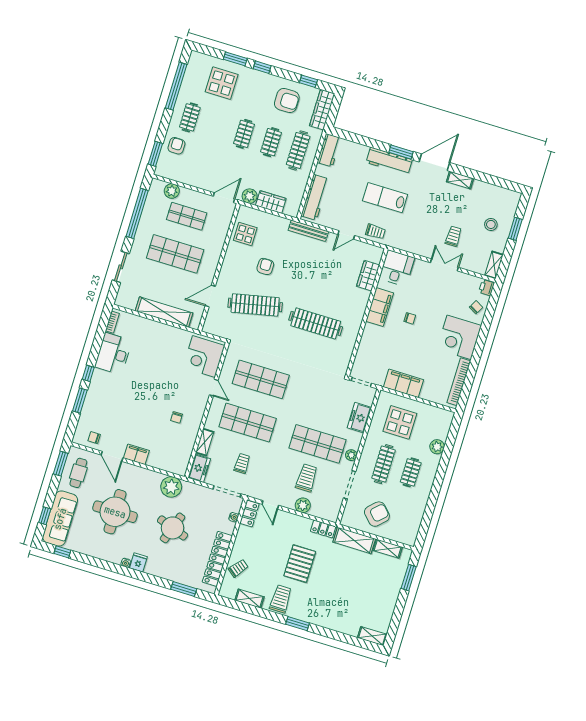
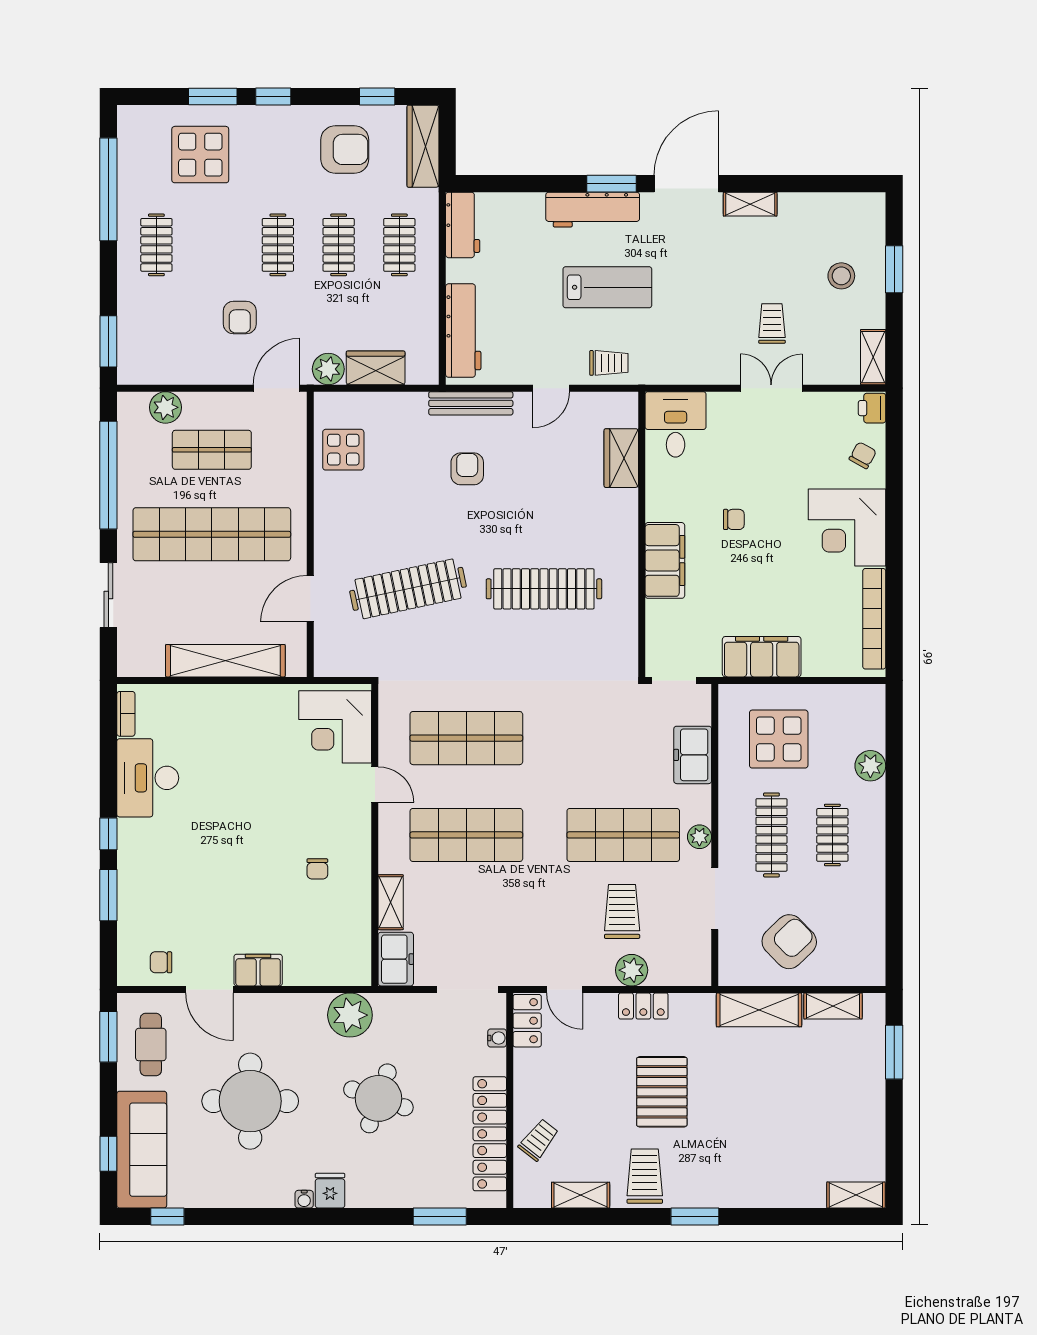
armchair: (176, 146) -> (240, 318), moved, turned 180
clothes rail: (298, 150) -> (399, 245), width x0.73
lab bench: (385, 198) -> (607, 287), turned 180
shop shelf: (175, 254) -> (212, 534), width x1.40
armchair: (265, 266) -> (467, 469), moved
filing cabinet: (380, 307) -> (665, 560), moved
trolley: (242, 463) -> (481, 922), removed
locker: (323, 529) -> (643, 1006), moved

